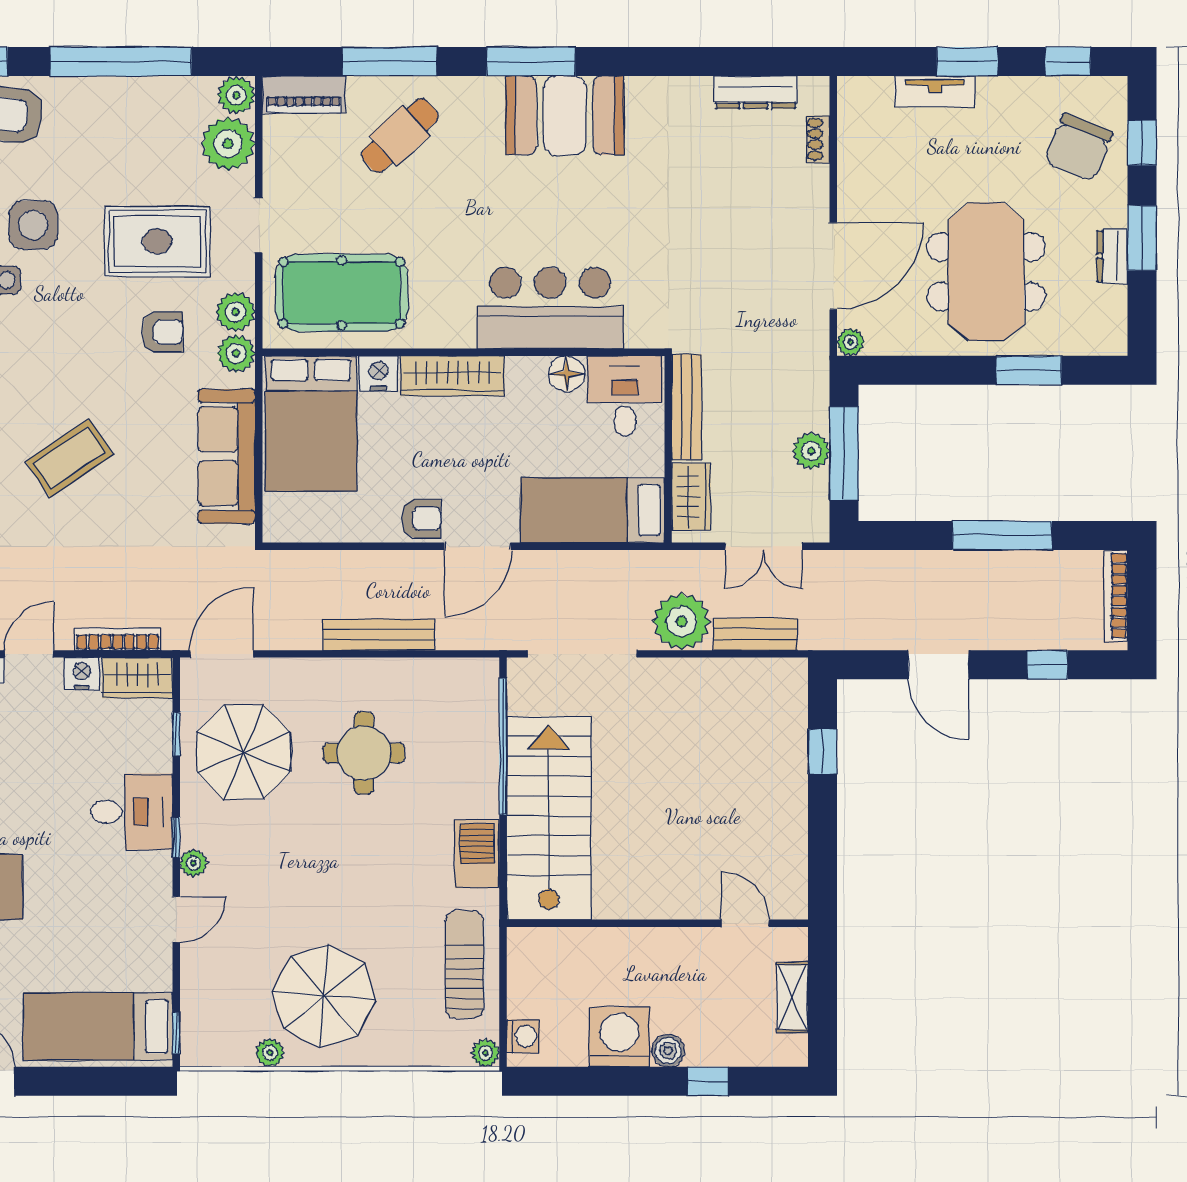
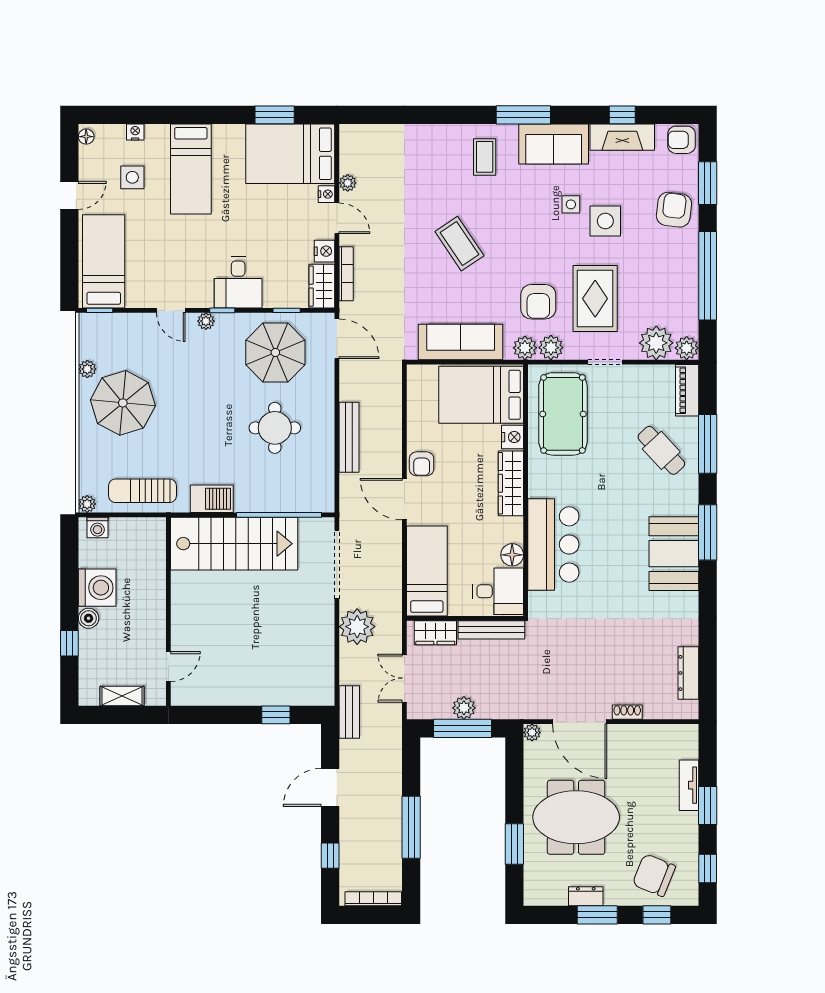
shoe rack: (818, 139) -> (627, 712), moved
armchair: (162, 332) -> (538, 302), width x1.38, depth x1.38
bench: (755, 634) -> (349, 712), moved
sun lounger: (464, 964) -> (143, 491), turned 180

